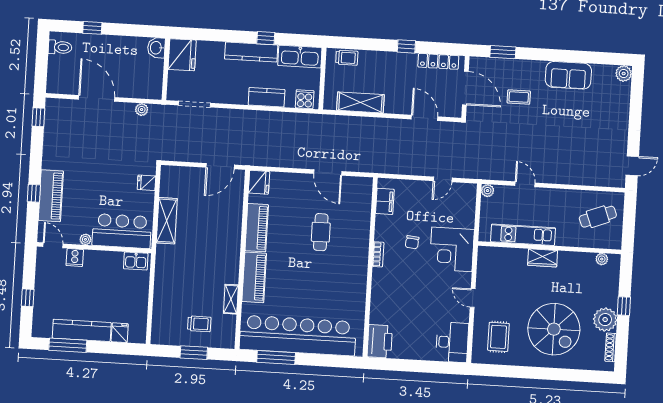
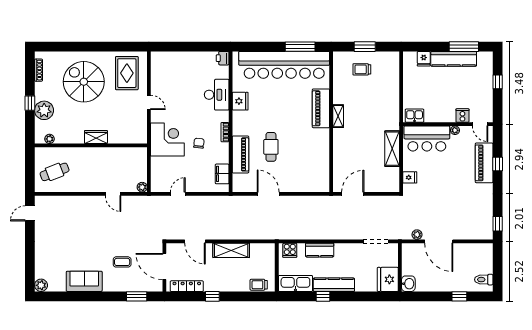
door: (97, 98) -> (439, 241), moved
shelving: (360, 102) -> (231, 250), moved
fridge: (259, 182) -> (240, 101), moved, turned 180
piano: (257, 228) -> (240, 154), moved, turned 180
kitchen unit: (523, 235) -> (112, 154), removed
shelving: (231, 299) -> (338, 116), moved
plant: (605, 320) -> (44, 110), moved
rug: (498, 337) -> (127, 73), width x1.36, depth x1.43
printer: (380, 341) -> (223, 58), width x0.53, depth x0.68
desk: (452, 342) -> (217, 95), moved, turned 180

